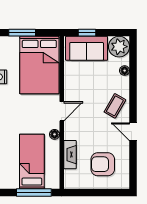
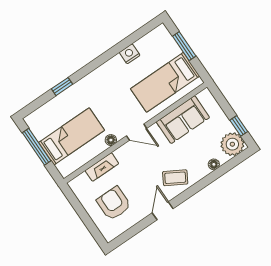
window: (87, 33) -> (239, 126), moved
sofa: (87, 48) -> (183, 120), moved, turned -90
bed: (39, 65) -> (165, 82), width x0.67
window: (34, 193) -> (37, 147), moved

